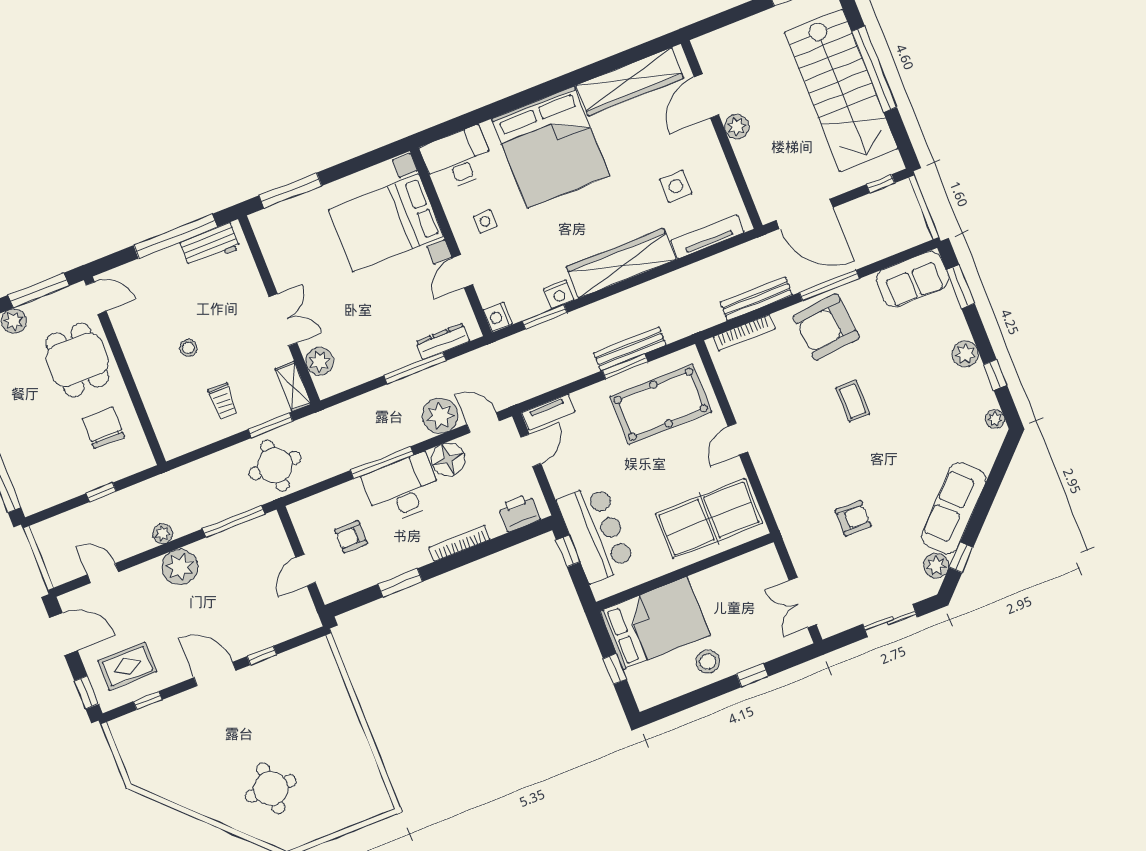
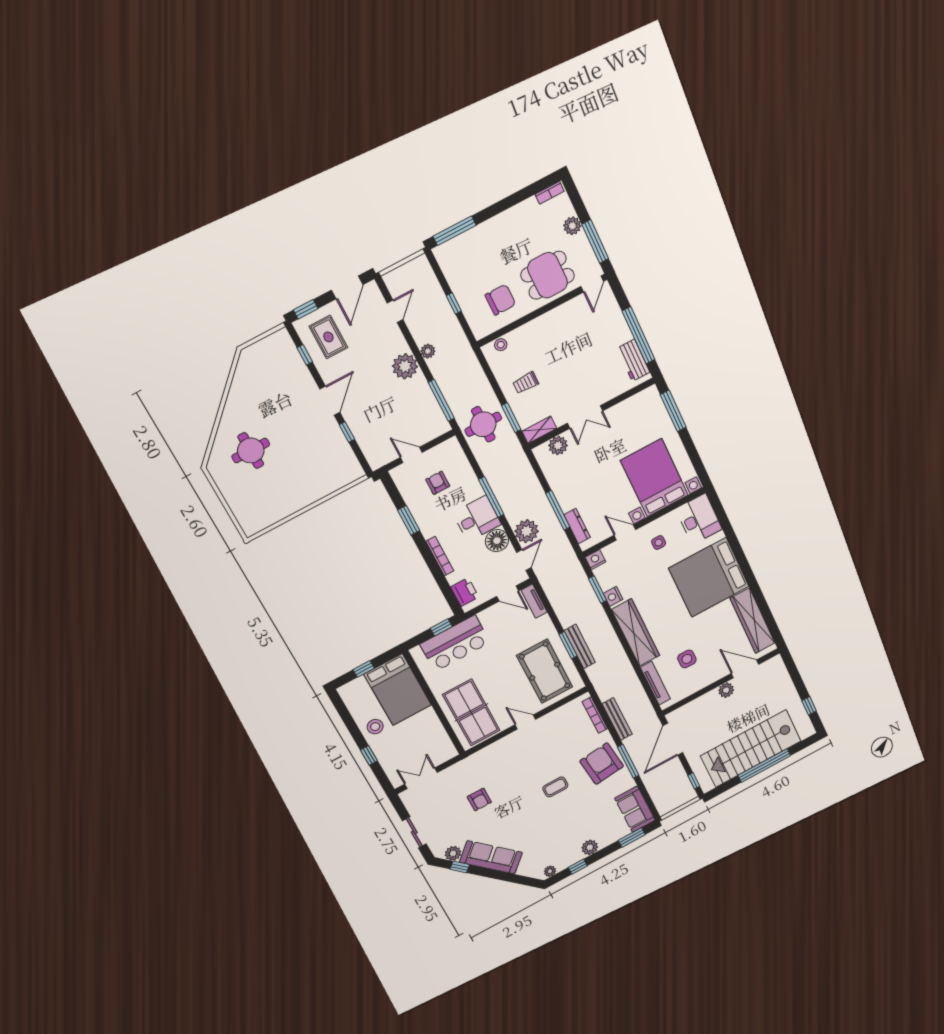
stool: (188, 348) -> (501, 345), moved
desk: (402, 489) -> (477, 519), width x0.73

